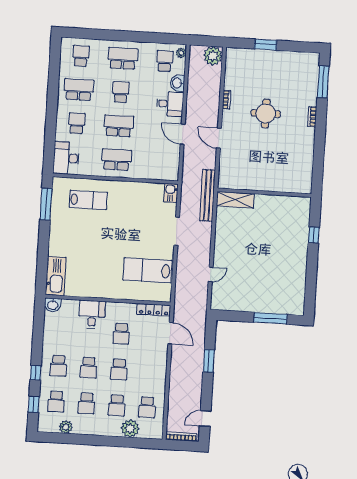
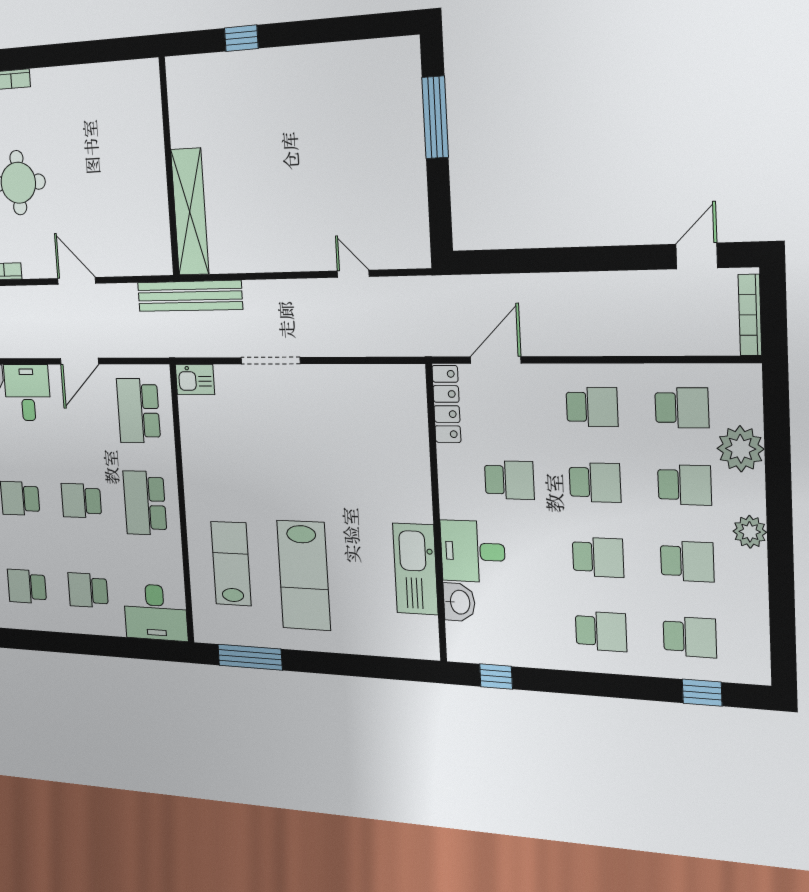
school desk: (79, 90) -> (27, 586), width x0.54
school desk: (119, 126) -> (81, 501), width x0.54
door: (219, 138) -> (77, 281), swing flipped
school desk: (159, 162) -> (138, 411), added
shelving: (235, 200) -> (190, 212), width x1.47
lab bench: (148, 270) -> (304, 575), moved
kitchen sink: (56, 276) -> (415, 569), moved, turned -90
washbasin: (53, 305) -> (459, 602), moved
window: (209, 361) -> (552, 260), removed
school desk: (149, 371) -> (592, 407), added
window: (36, 373) -> (496, 676), moved
door: (205, 418) -> (697, 256), swing flipped
plant: (66, 427) -> (750, 532), moved

